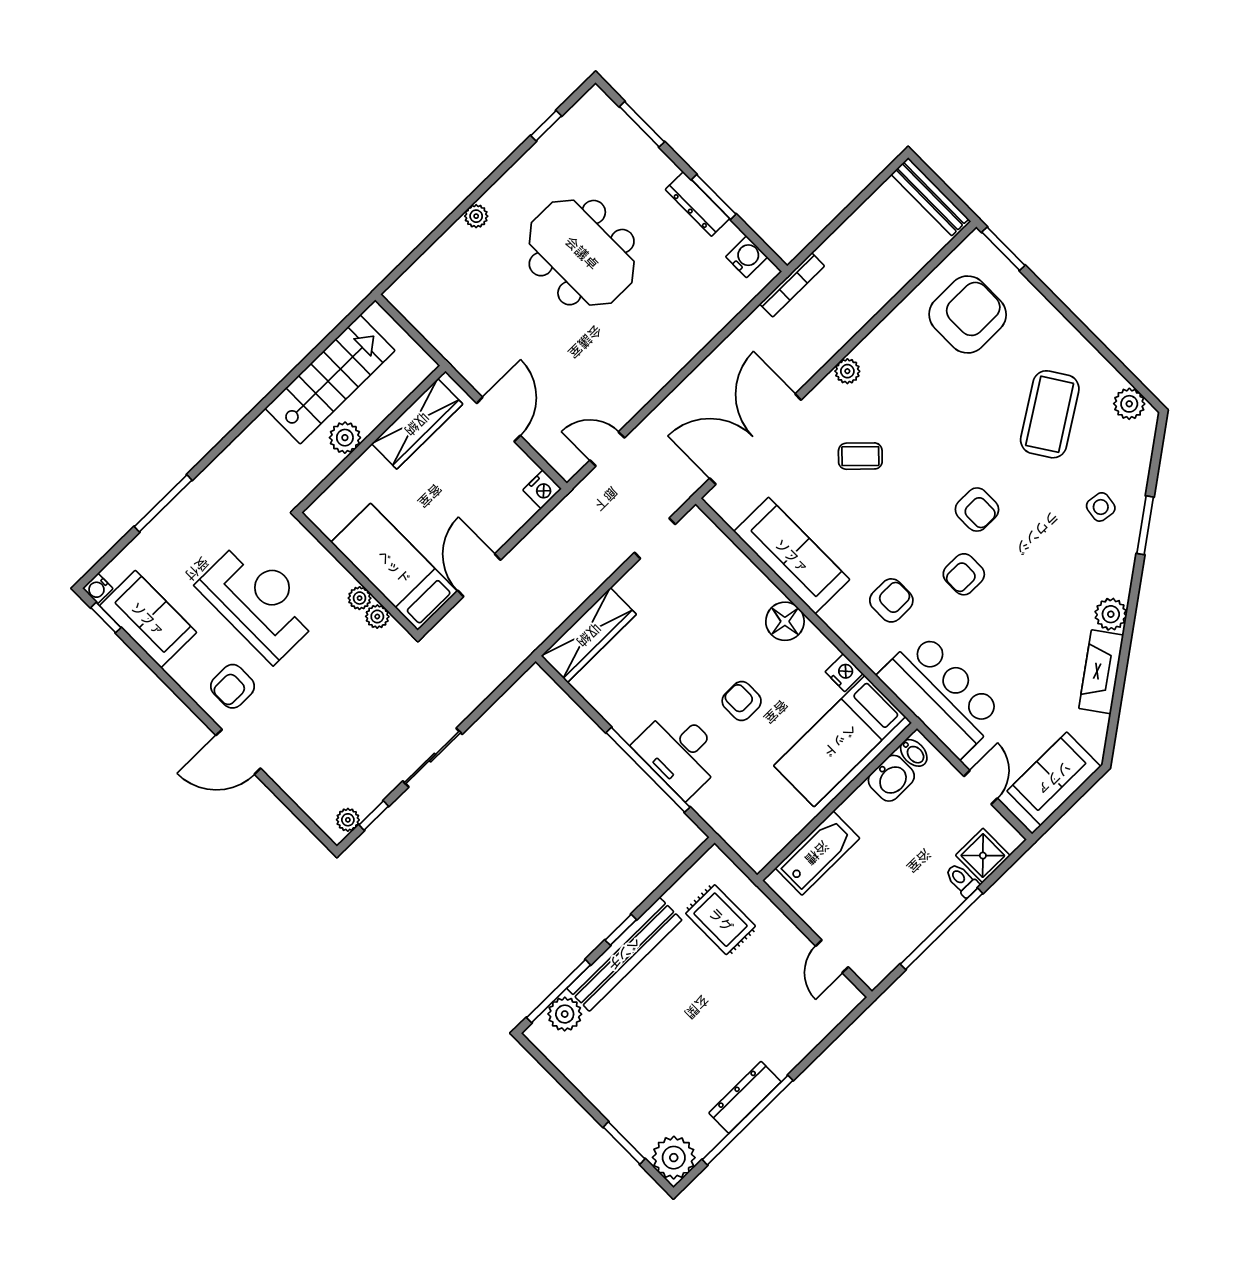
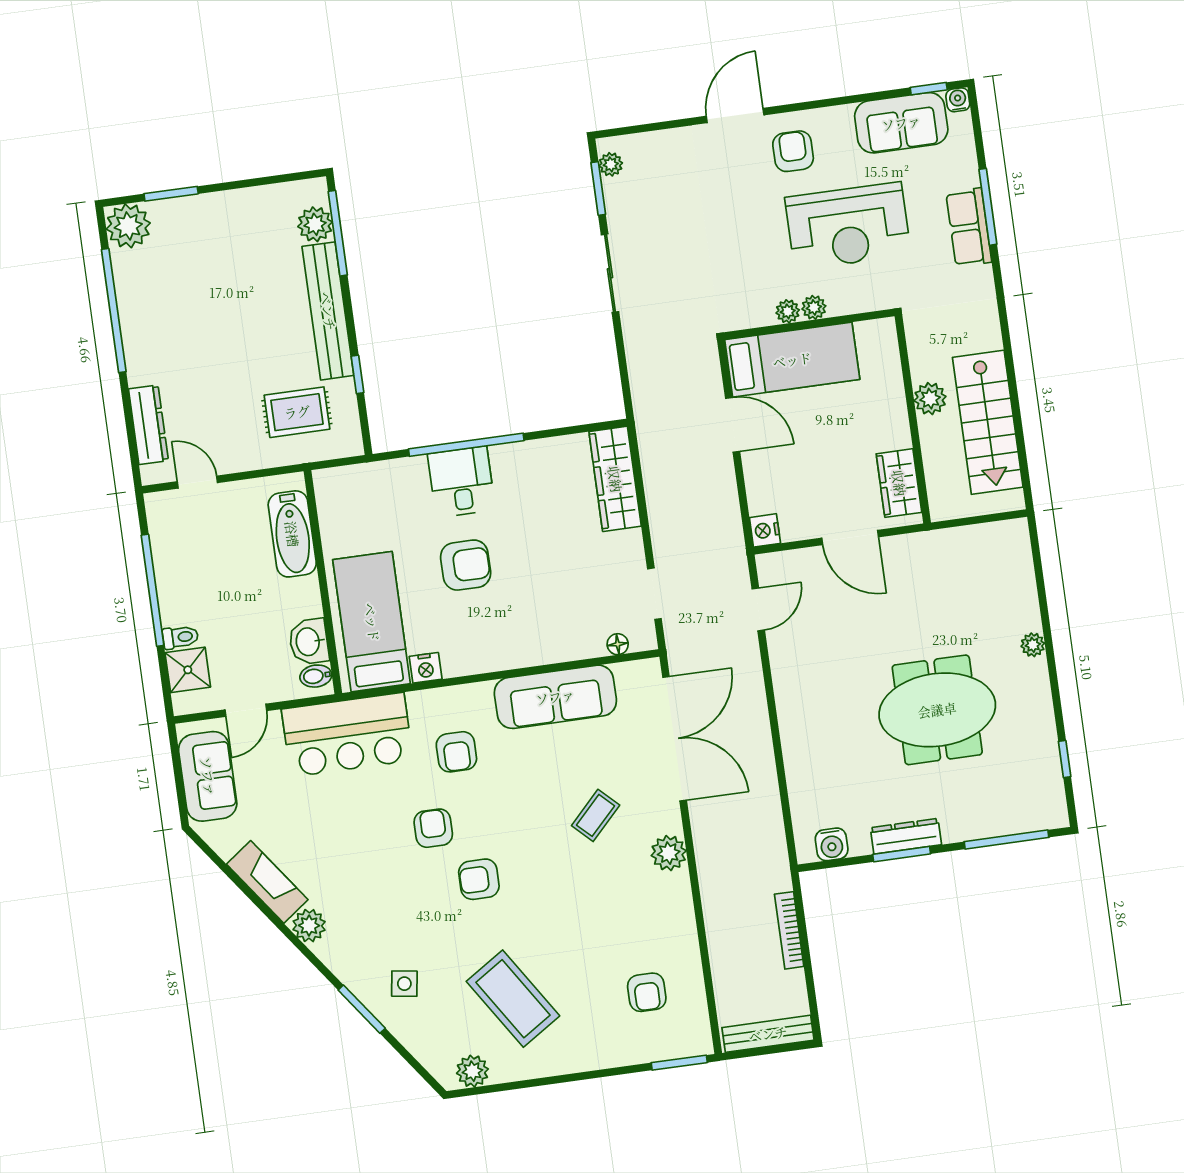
window: (642, 124) -> (1006, 840), width x1.44
bookcase: (792, 285) -> (789, 930), moved
armchair: (968, 314) -> (647, 992), width x0.53, depth x0.53
plant: (847, 371) -> (669, 853), width x1.38, depth x1.38
wardrobe: (417, 424) -> (899, 483), width x0.67
row of seats: (190, 506) -> (969, 227), added
plant: (377, 617) -> (814, 307), moved
floor lamp: (785, 621) -> (618, 644), moved, width x0.53, depth x0.53
armchair: (742, 701) -> (466, 565), width x1.38, depth x1.38
desk: (680, 752) -> (461, 482), width x0.73
door: (981, 787) -> (246, 710), hinge flipped
window: (374, 816) -> (598, 189), width x1.50
window: (621, 930) -> (357, 374), moved
dresser: (745, 1097) -> (148, 425), moved

